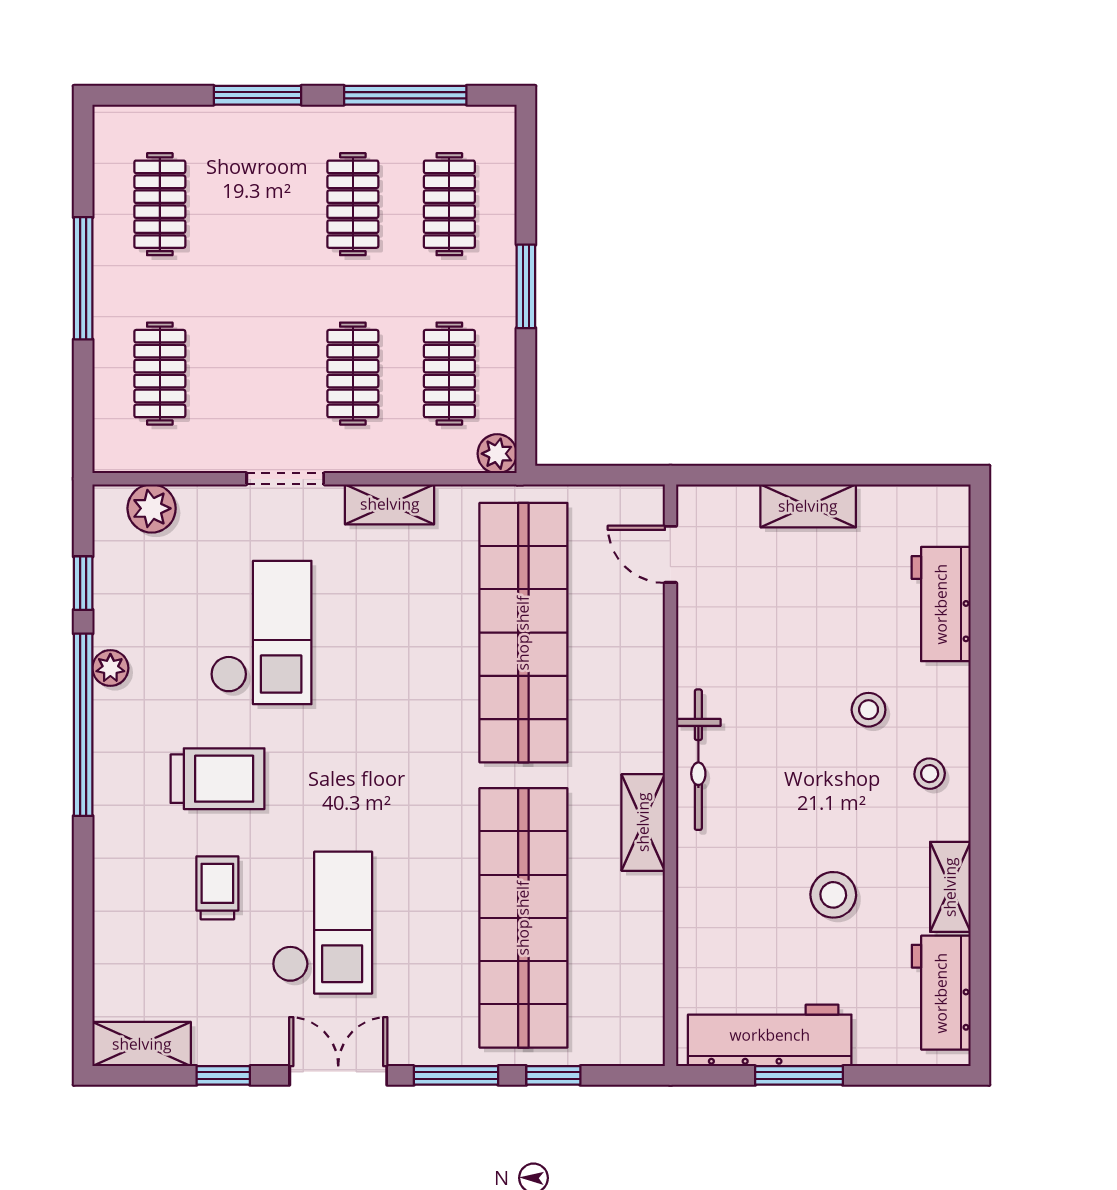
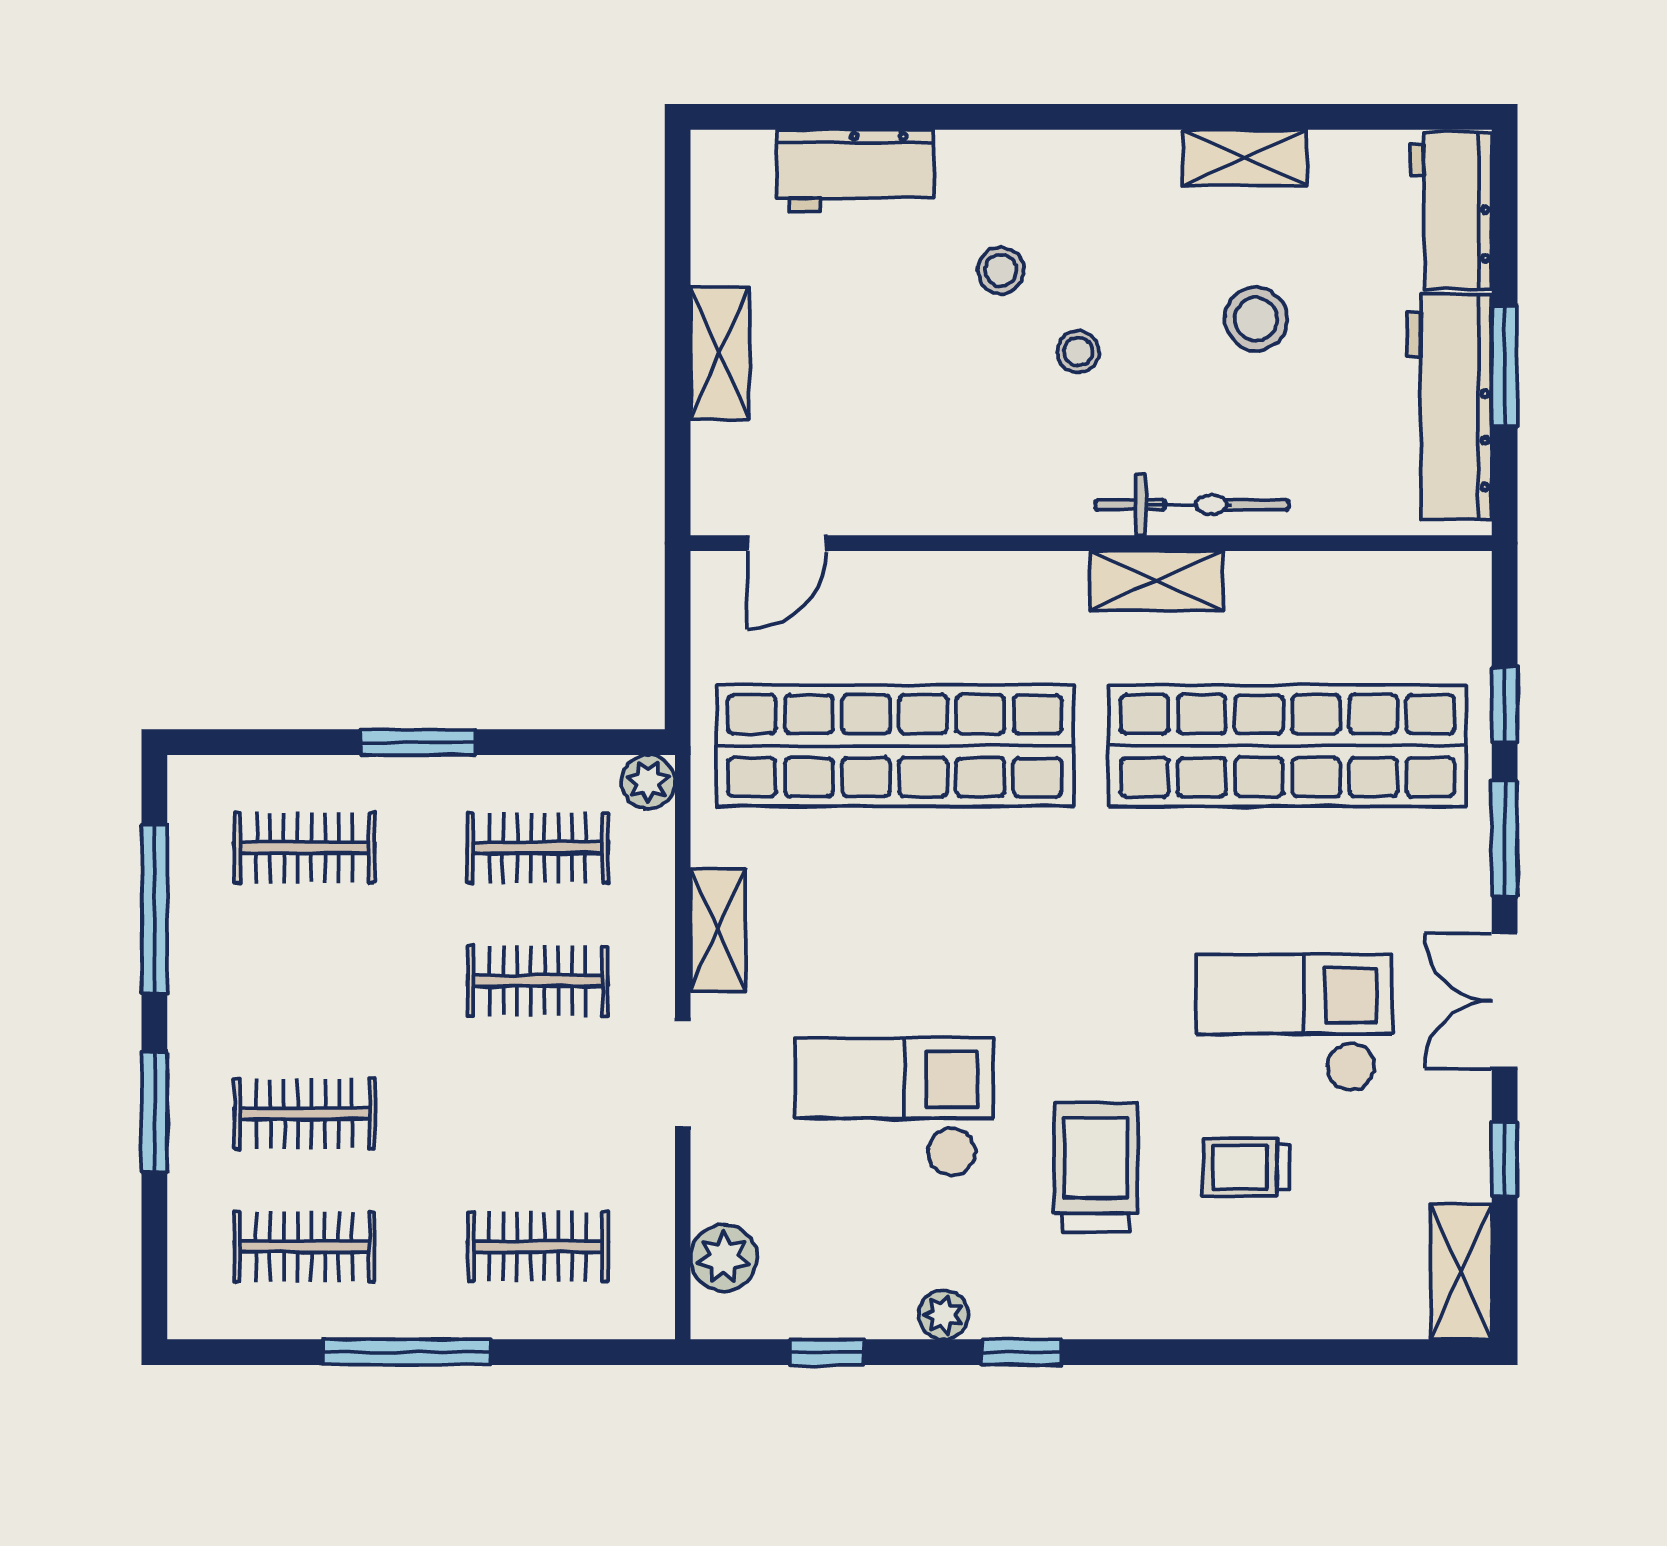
clothes rail: (353, 204) -> (304, 1114), moved
window: (83, 725) -> (1021, 1352), width x0.32
bicycle: (698, 760) -> (1192, 505), moved
stool: (930, 774) -> (1078, 352), moved
workbench: (941, 993) -> (1451, 210), moved, turned 90

